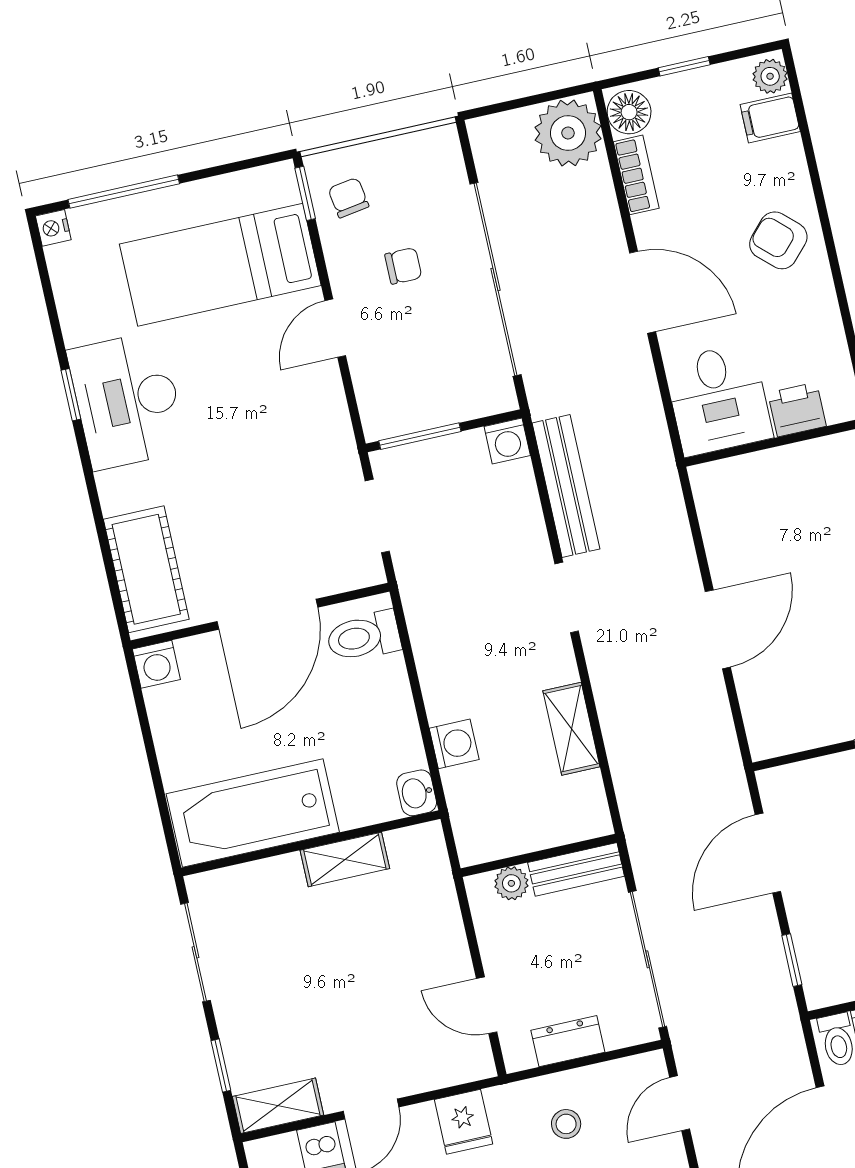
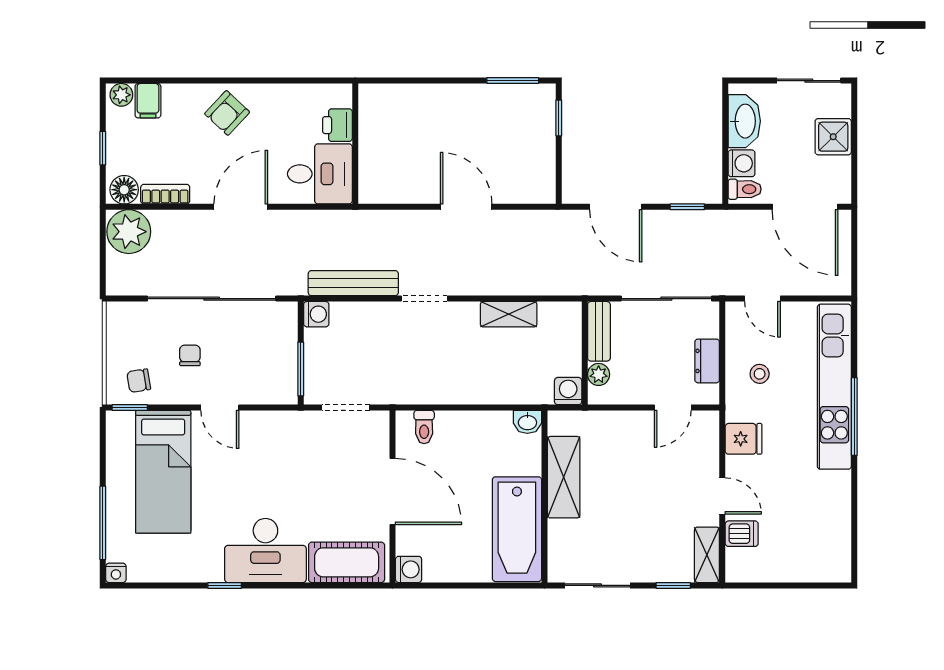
desk: (127, 400) -> (265, 550), moved
toilet: (364, 636) -> (424, 427), width x0.73, depth x0.72
washing machine: (454, 744) -> (568, 391), moved
shelving: (345, 859) -> (564, 477), width x1.50, depth x1.33

